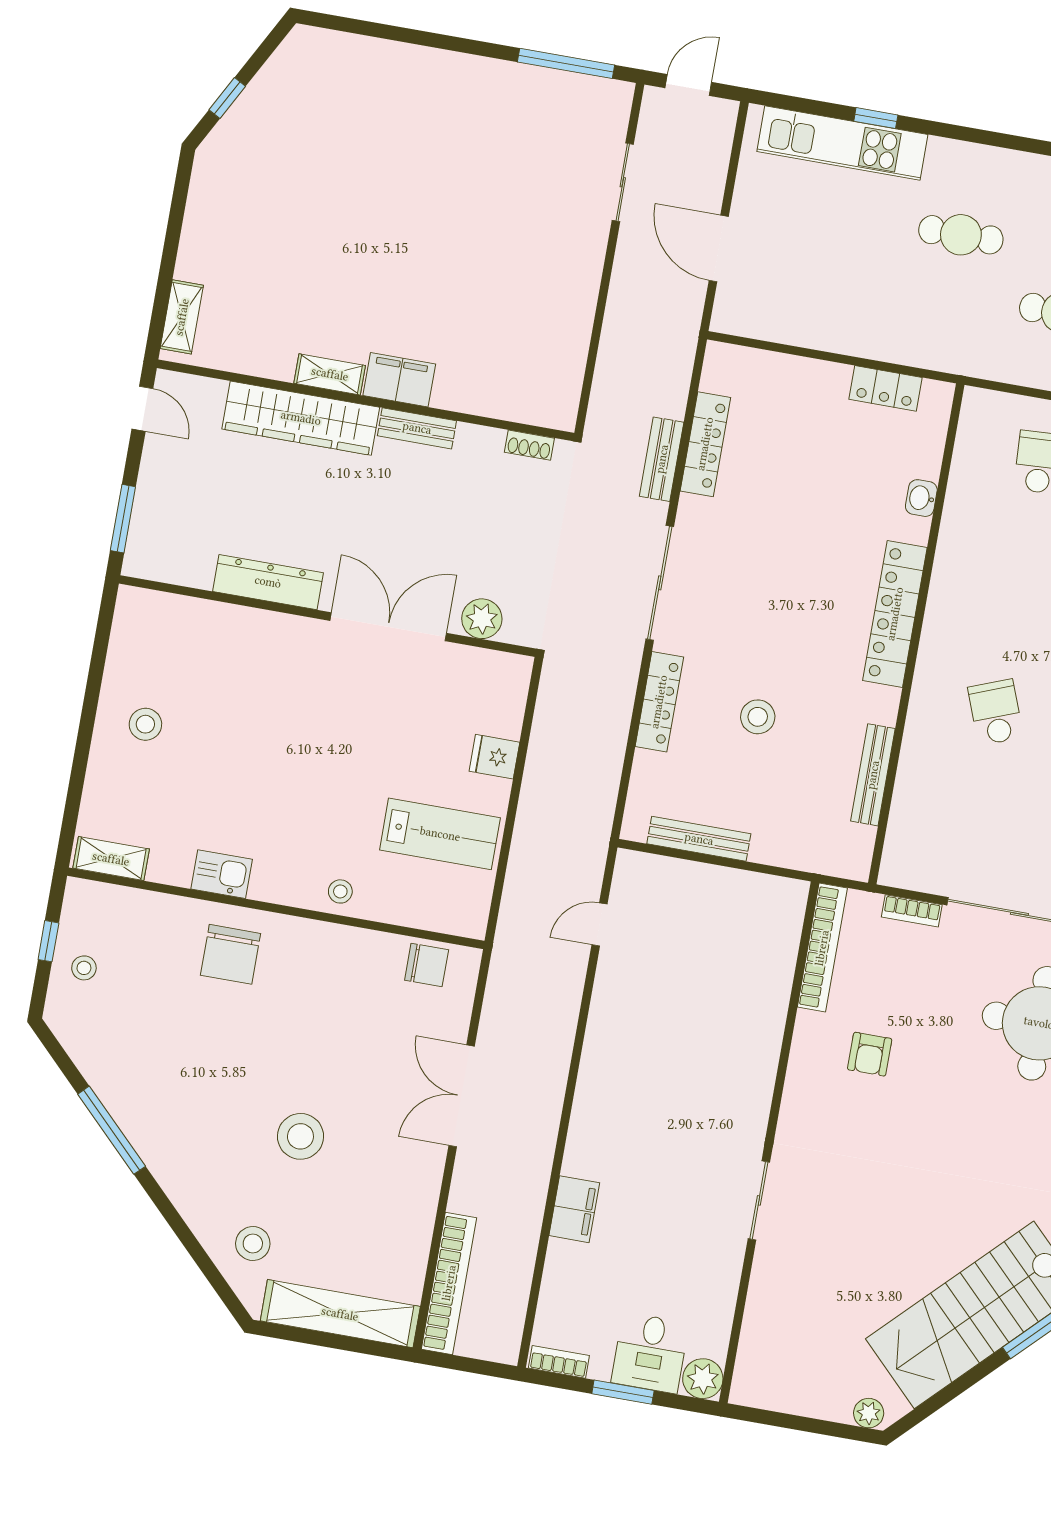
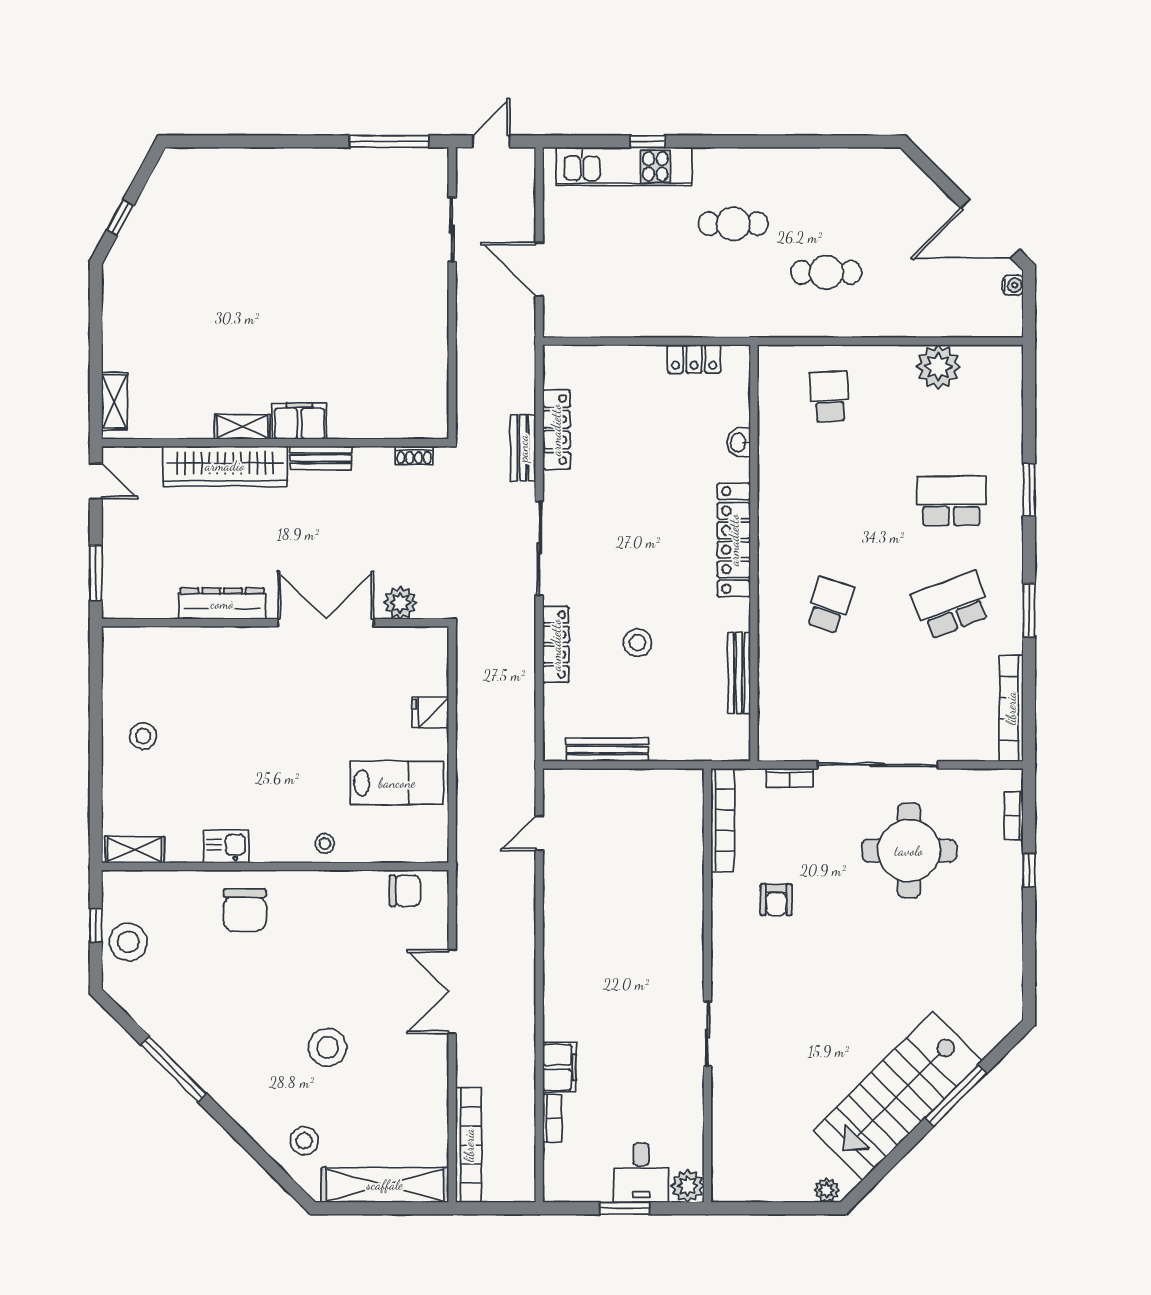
school desk: (996, 712) -> (829, 605), turned 39
stool: (84, 968) -> (128, 942), width x1.89, depth x1.89
bookcase: (559, 1362) -> (552, 1118), moved, turned 90

